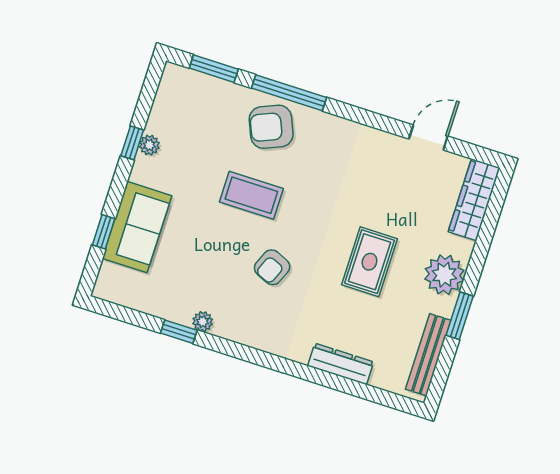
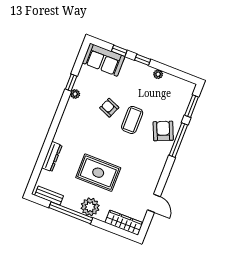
window: (132, 143) -> (143, 60), moved
sofa: (137, 227) -> (104, 60), moved
rug: (369, 262) -> (98, 173), width x1.36, depth x1.43
armchair: (272, 267) -> (109, 108), moved
window: (460, 316) -> (71, 213), width x2.11
bench: (428, 355) -> (49, 195), width x0.73

